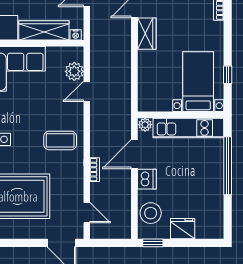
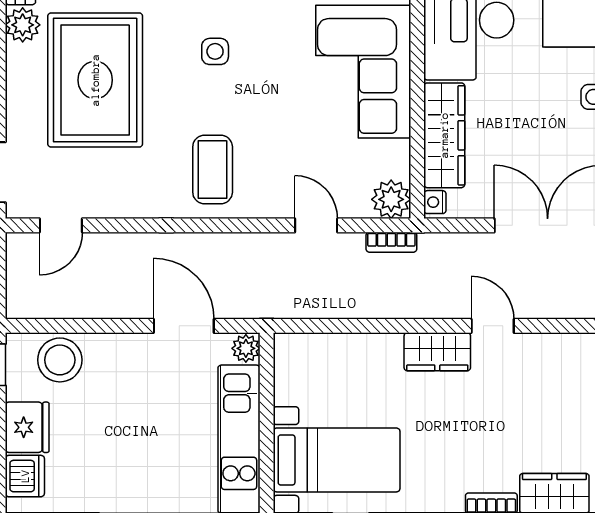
plant: (74, 71) -> (391, 199), moved
bookcase: (95, 170) -> (391, 242), moved
dishwasher: (147, 179) -> (25, 476), moved, turned -90

